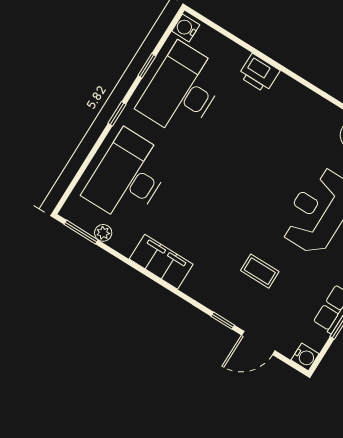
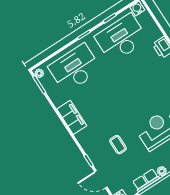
plant: (103, 233) -> (39, 73), moved

